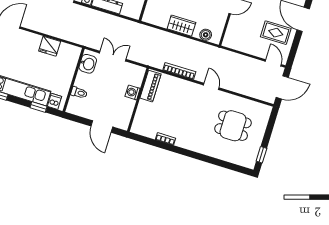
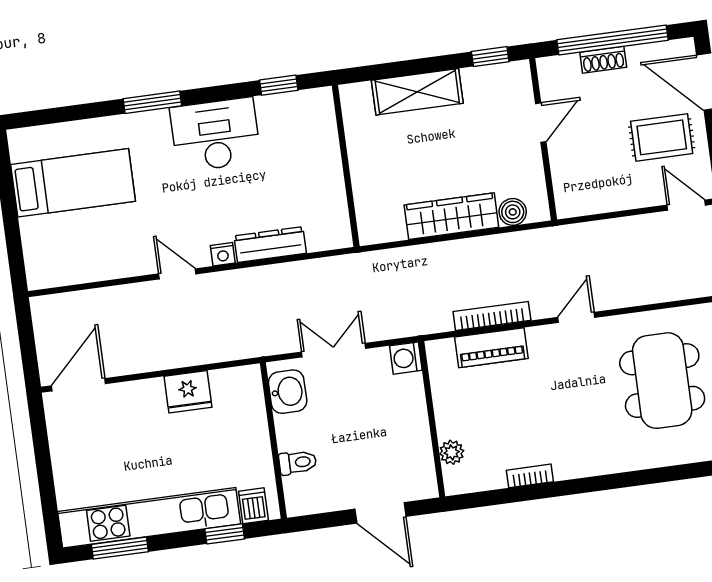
wardrobe: (181, 26) -> (451, 216), width x1.50
piano: (150, 86) -> (491, 348), moved, turned 90
door: (211, 86) -> (576, 317), hinge flipped
washing machine: (133, 92) -> (406, 358), moved
plant: (140, 116) -> (452, 452), added
dining table: (233, 126) -> (662, 381), width x1.38

